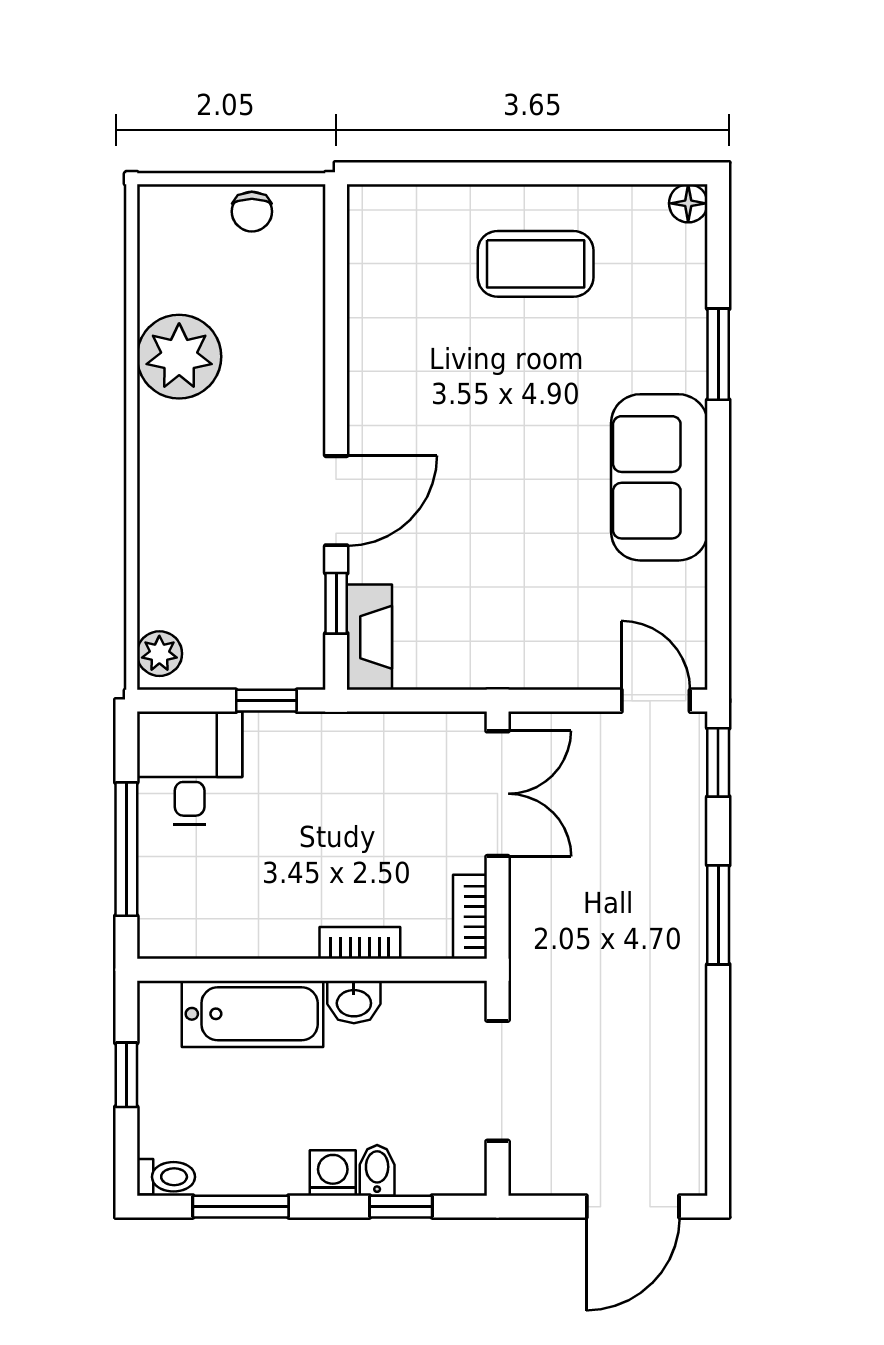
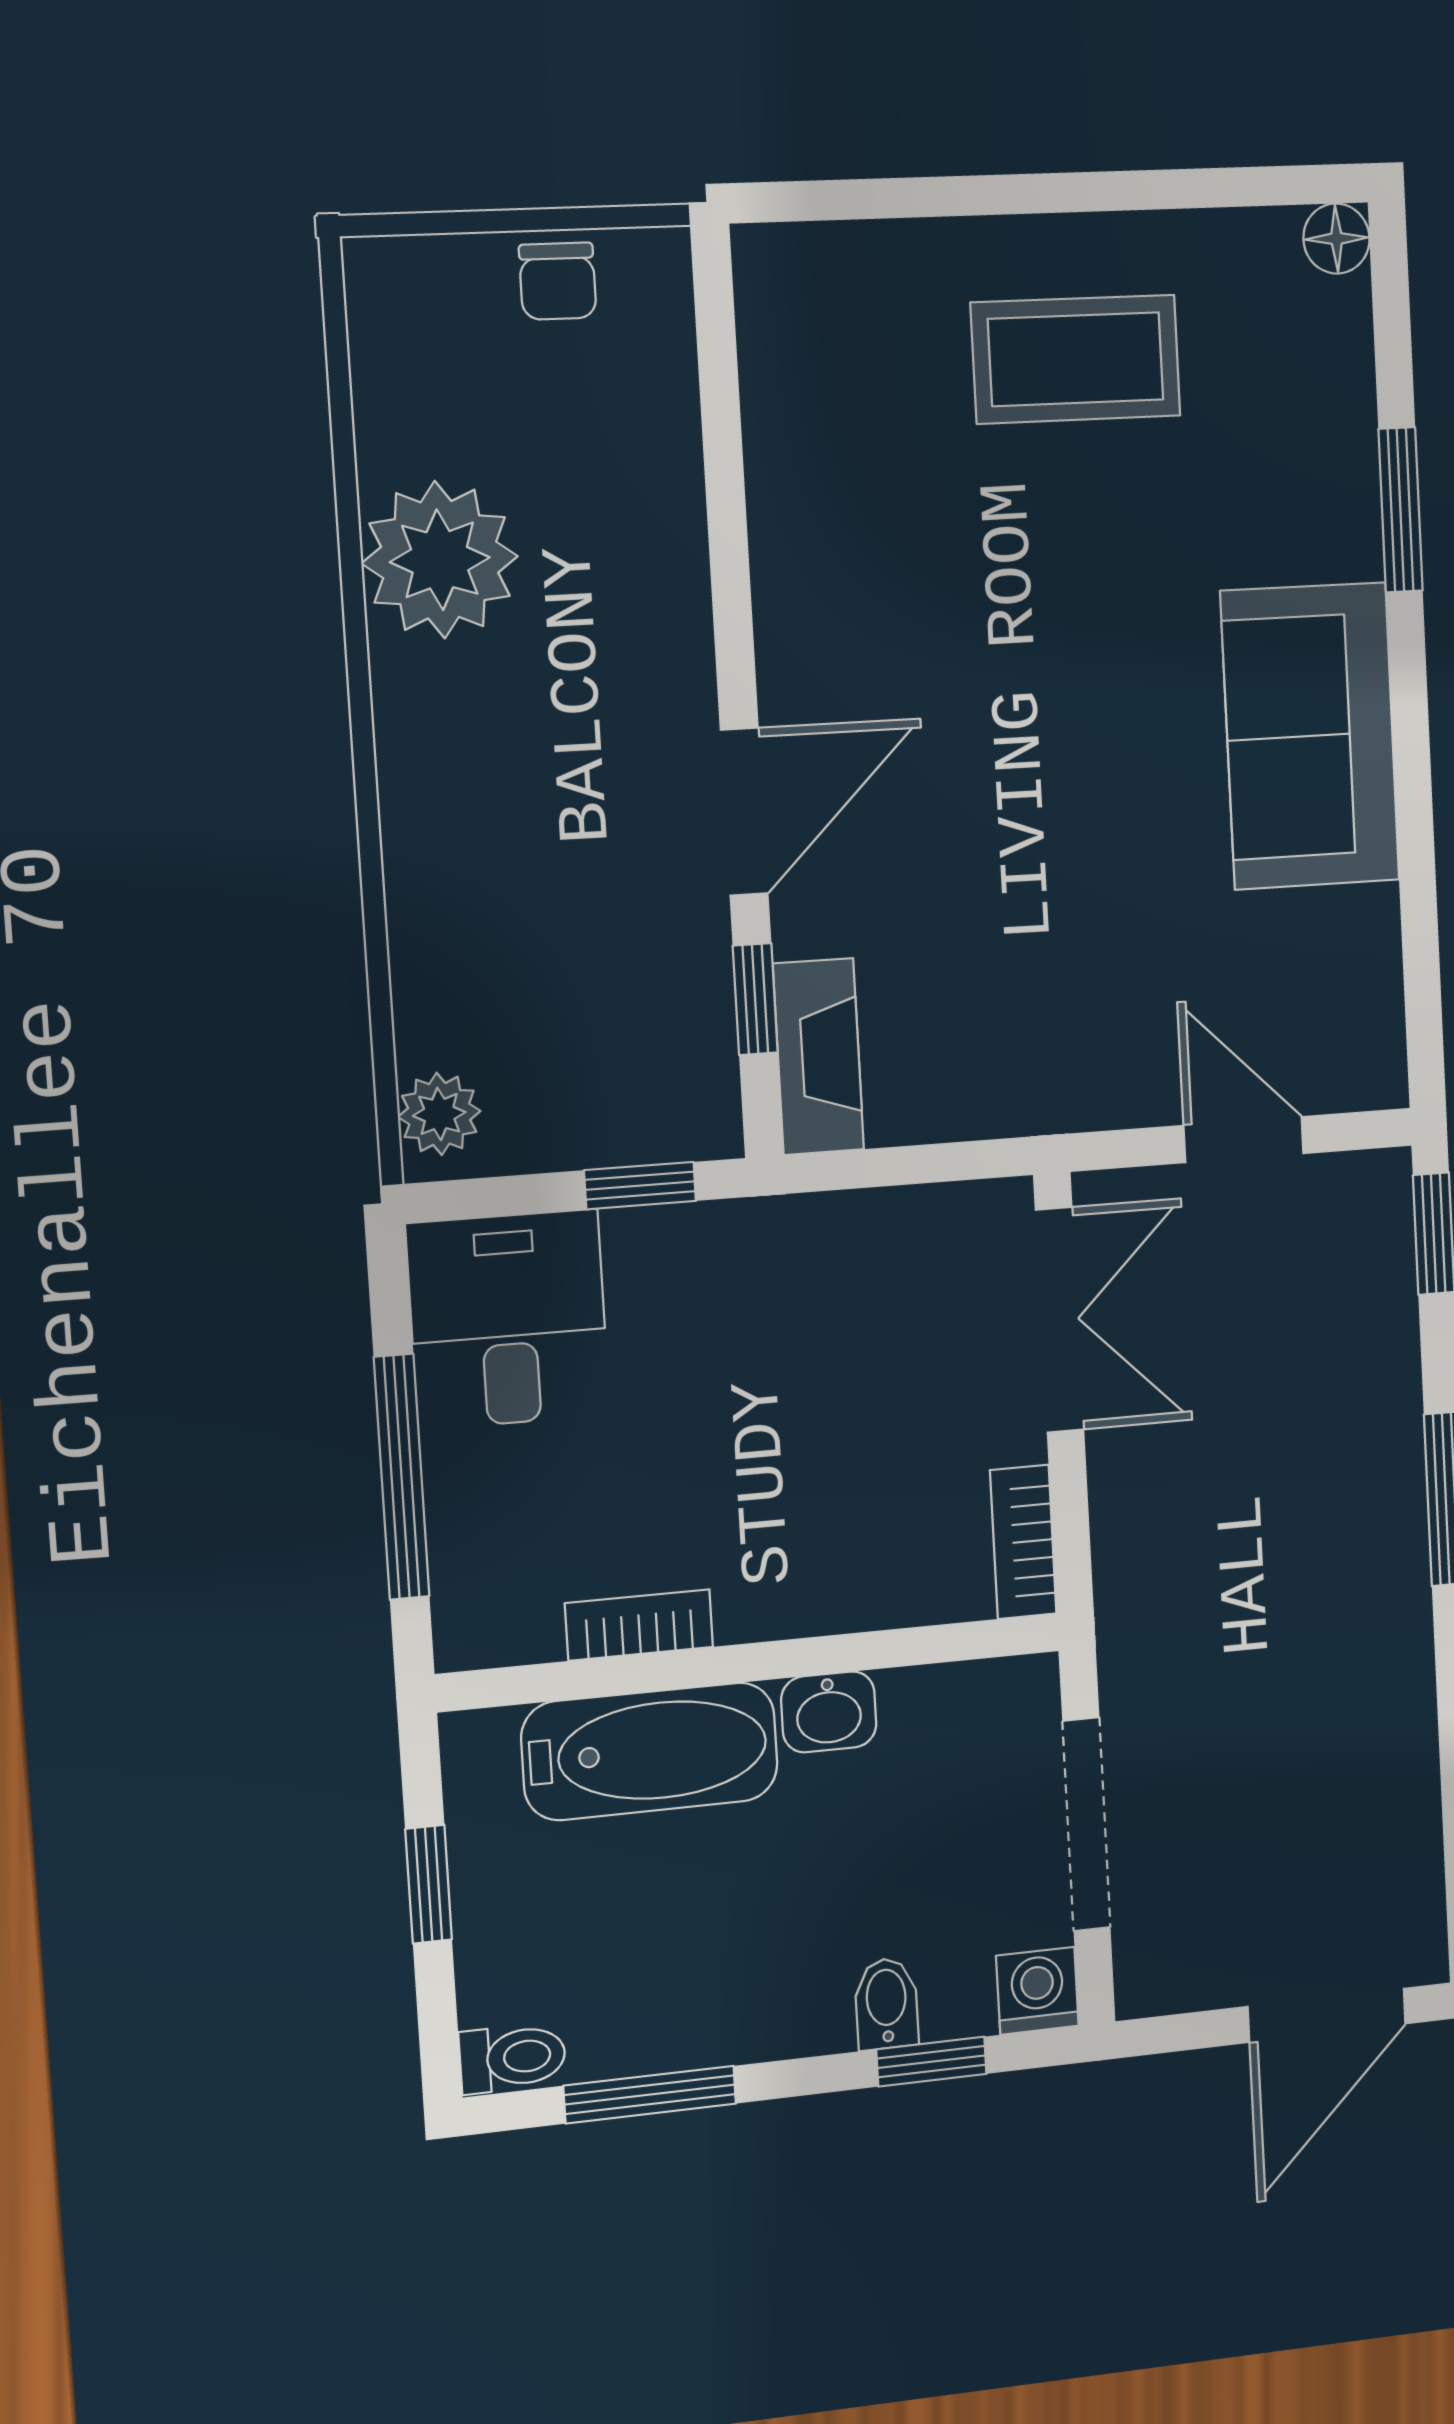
door: (656, 701) -> (1244, 1140), moved
bookcase: (360, 943) -> (639, 1625), moved
washing machine: (333, 1173) -> (1037, 1991), moved

